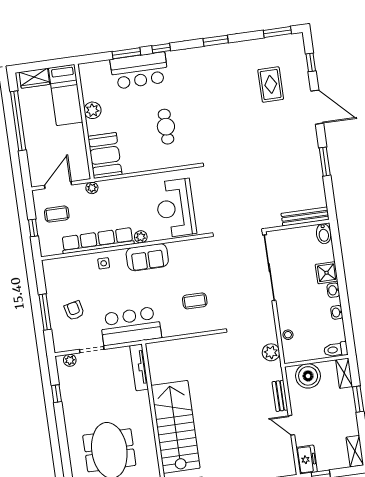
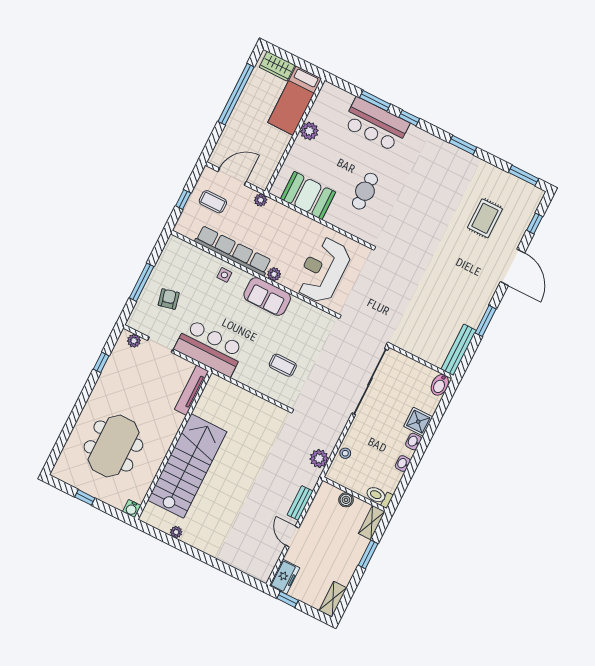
booth: (105, 155) -> (308, 196), moved, turned 90
bench: (305, 216) -> (459, 350), moved, turned 90
boiler: (308, 376) -> (346, 500), width x0.54, depth x0.54

